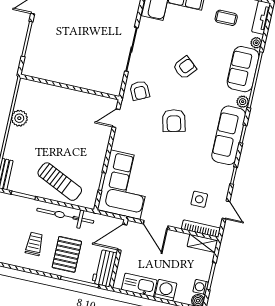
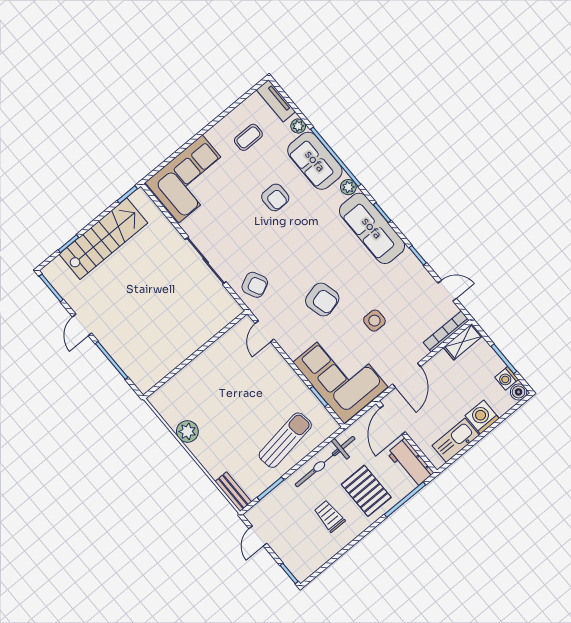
armchair: (185, 68) -> (275, 197), moved, turned 139
armchair: (174, 121) -> (322, 300), moved
sun lounger: (60, 182) -> (285, 440), turned -33
side table: (199, 199) -> (374, 321), moved
door: (156, 225) -> (406, 375), hinge flipped

